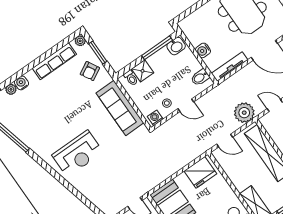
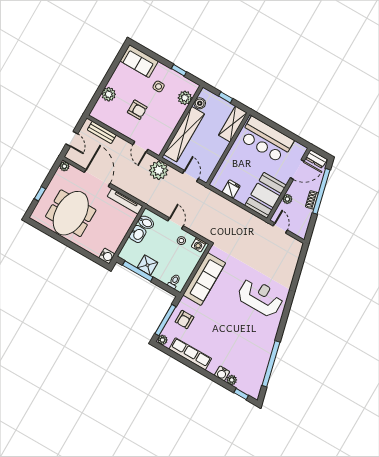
washbasin: (176, 46) -> (138, 234), moved, turned 90
water cooler: (203, 50) -> (107, 256), moved
window: (98, 52) -> (165, 320), width x1.44
armchair: (90, 71) -> (184, 319), turned 119
shower: (143, 71) -> (148, 265), moved
fridge: (200, 172) -> (231, 189), width x0.53, depth x0.75

